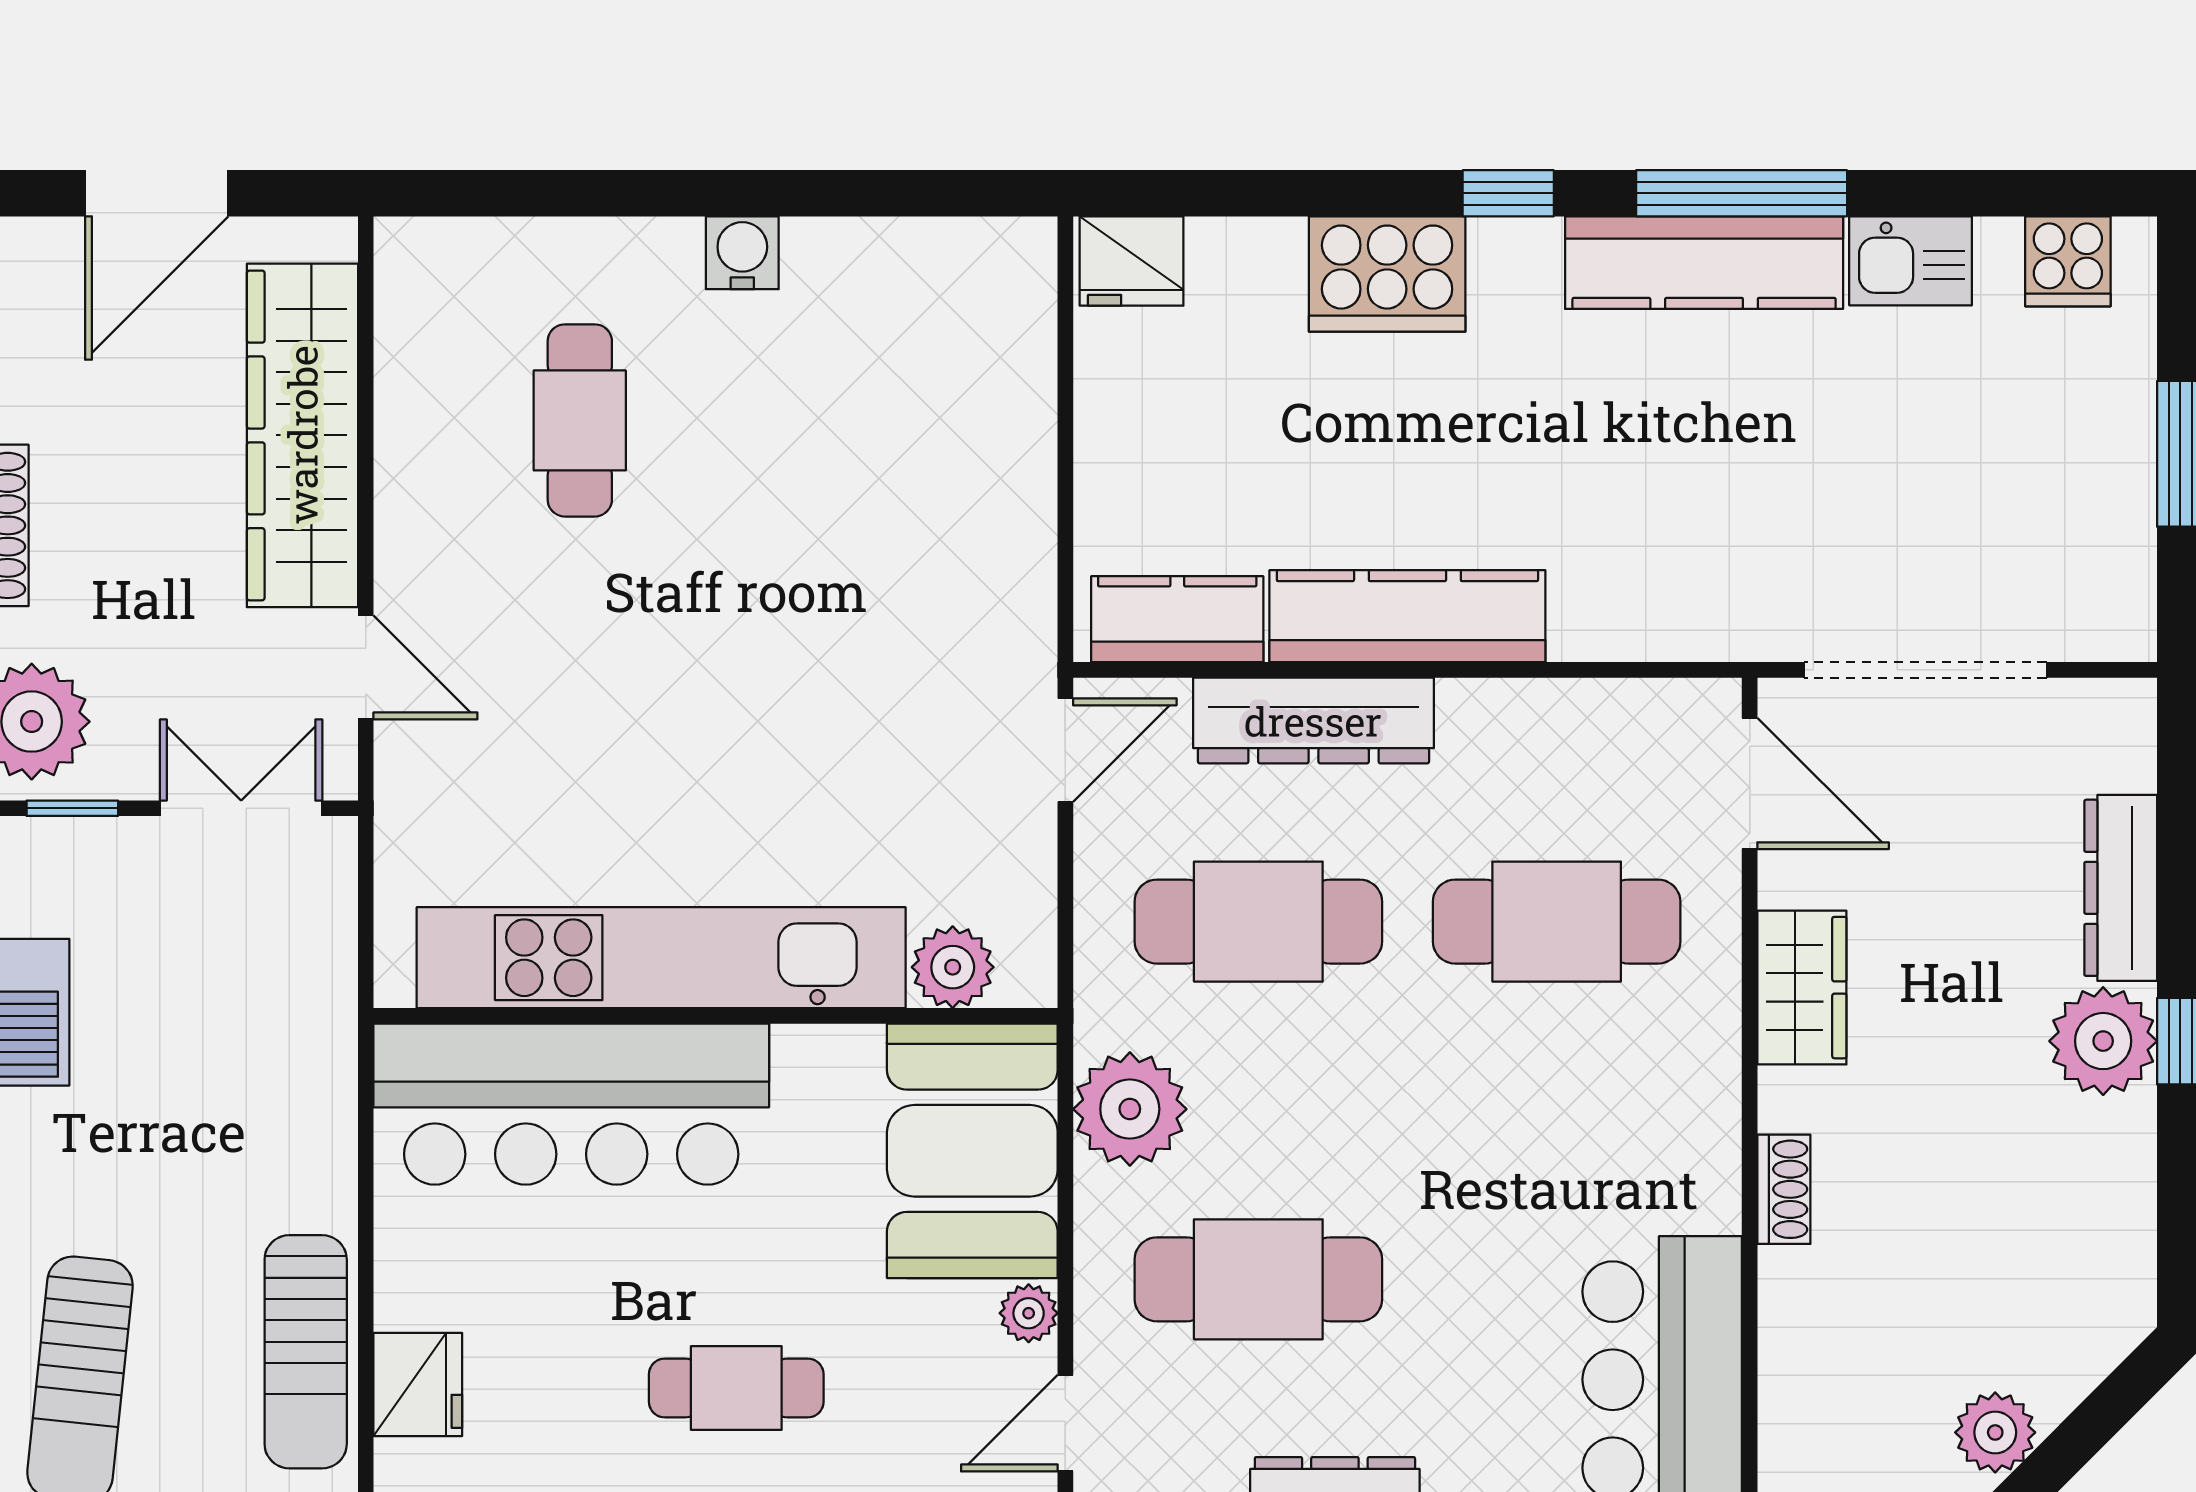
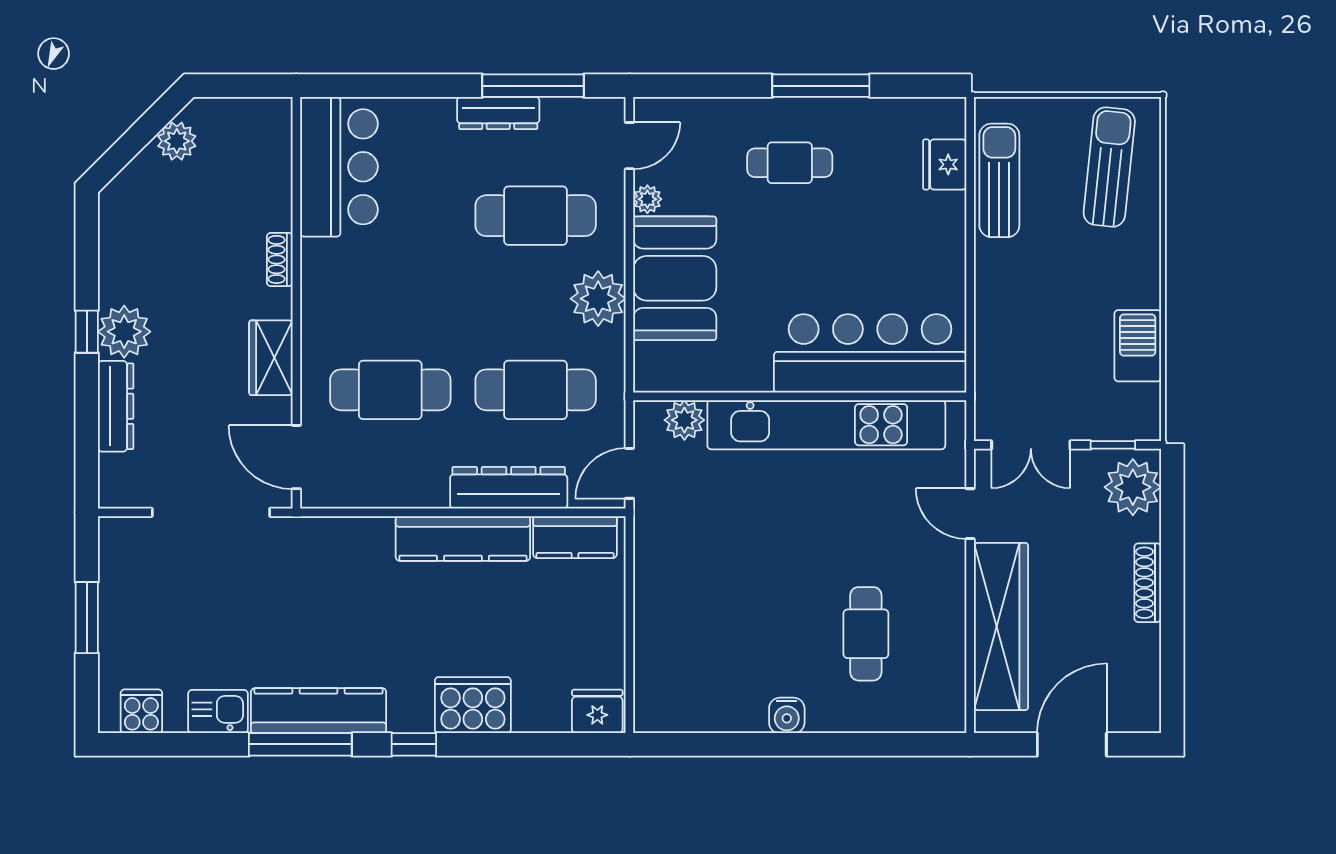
kitchen unit: (661, 958) -> (826, 425), moved
plant: (953, 967) -> (684, 420), moved
wall: (716, 1016) -> (800, 396), moved
bar counter: (571, 1104) -> (870, 353), moved

